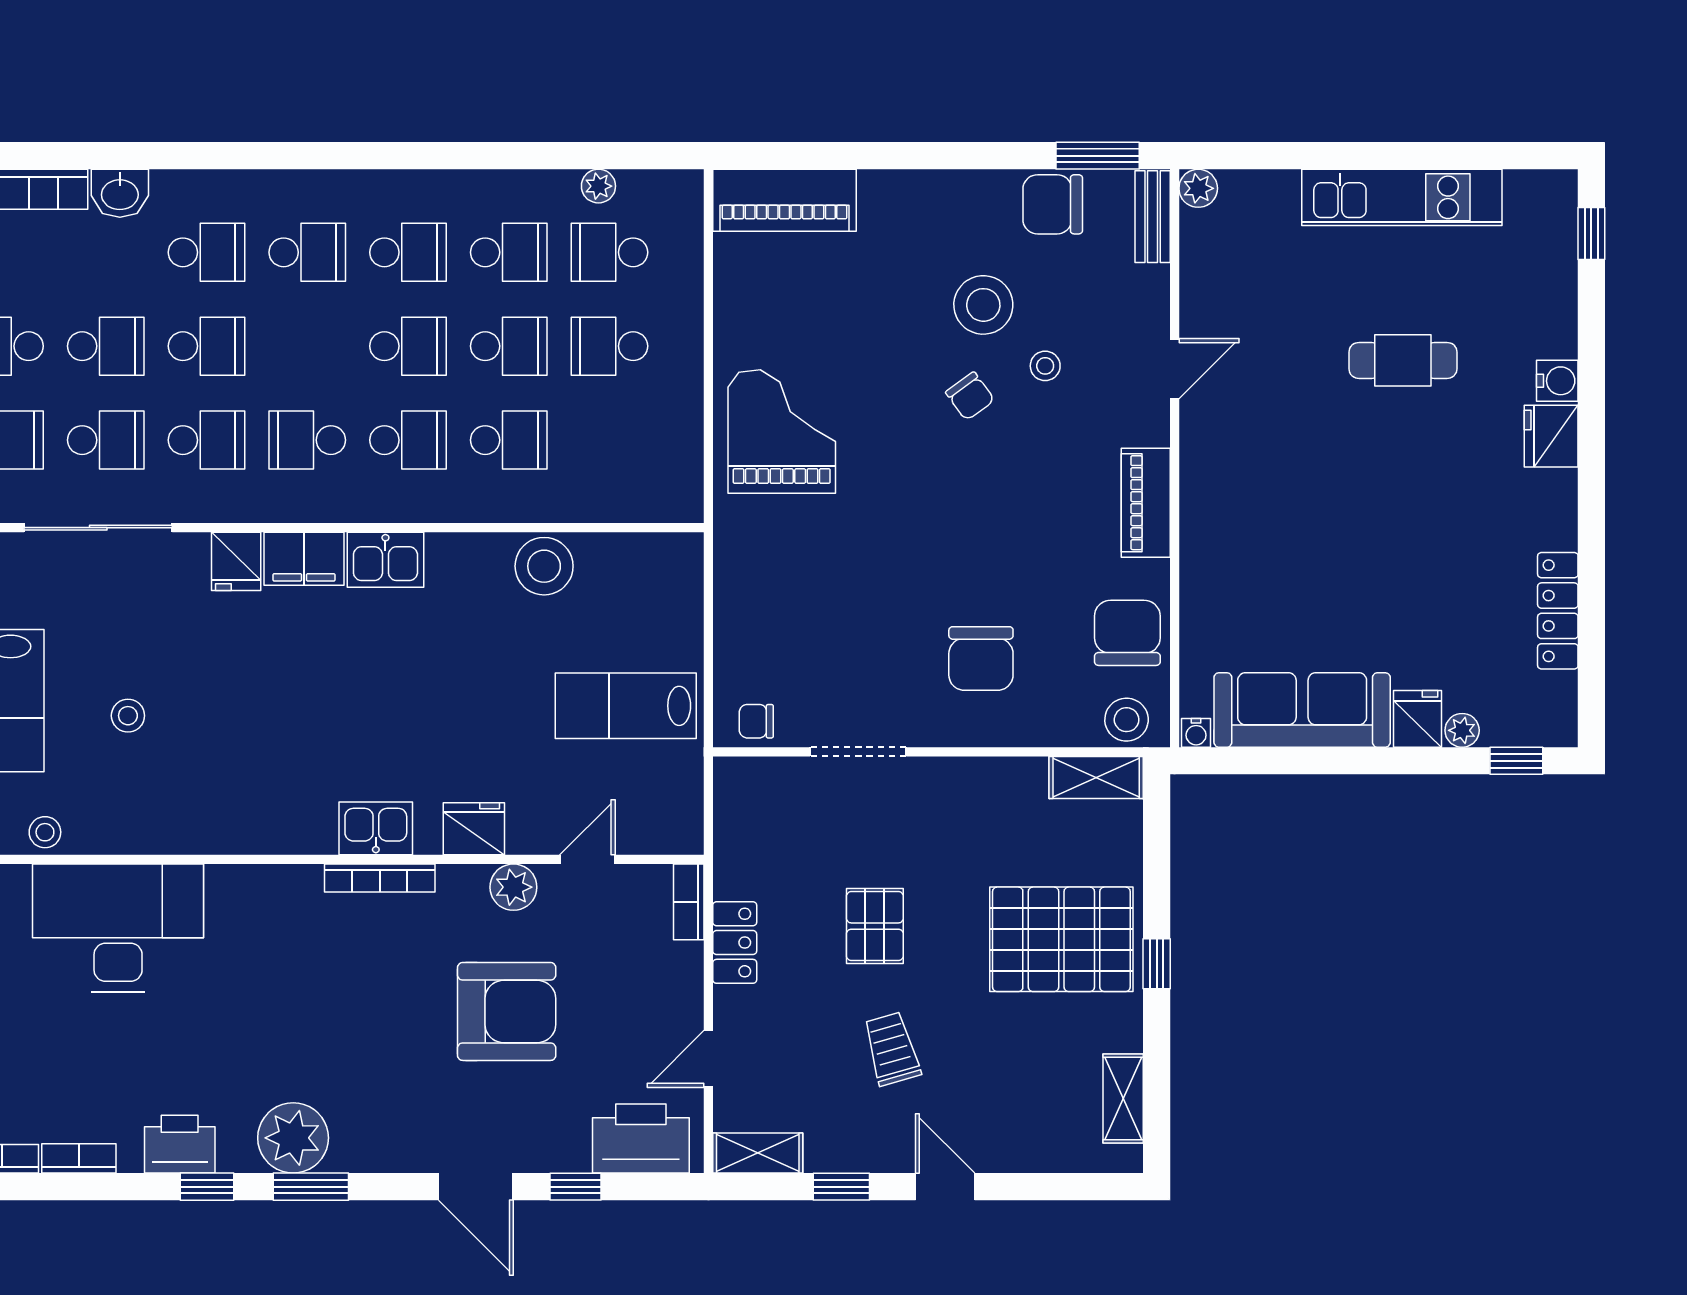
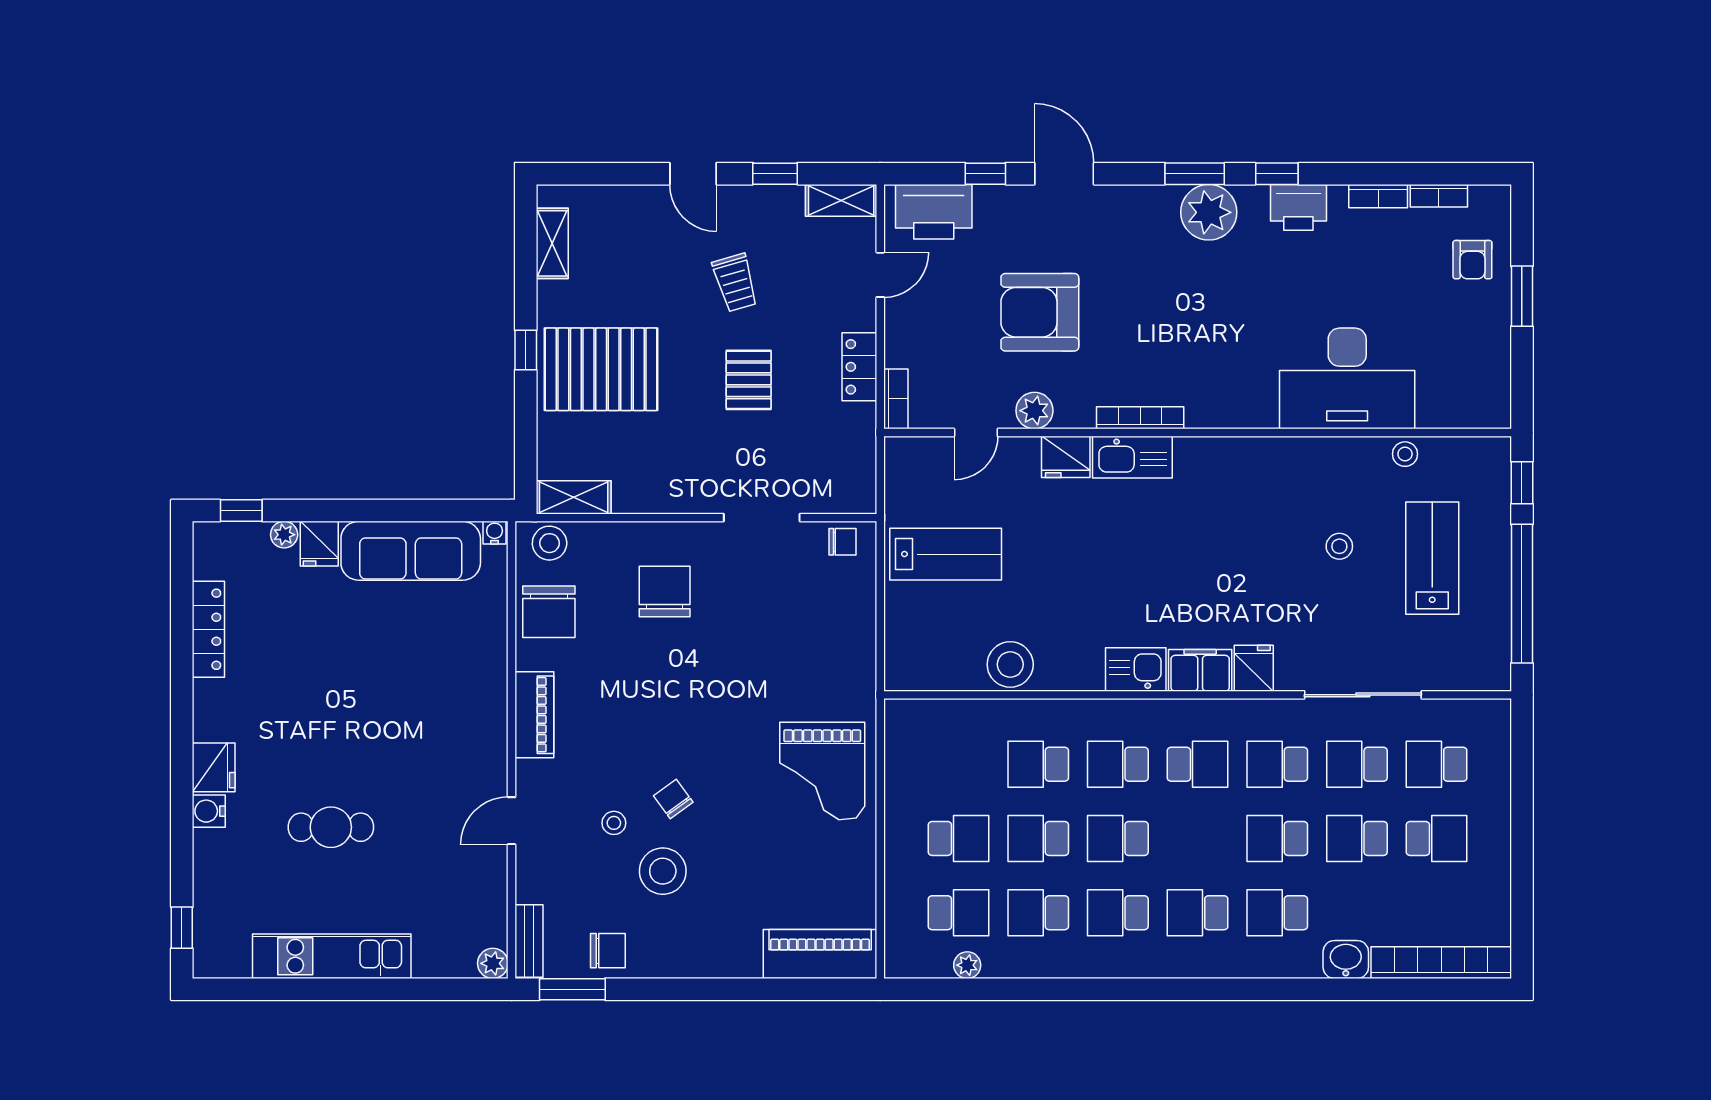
chair: (1053, 204) -> (608, 951), width x0.73, depth x0.73
kitchen sink: (376, 828) -> (1132, 457), width x1.38

